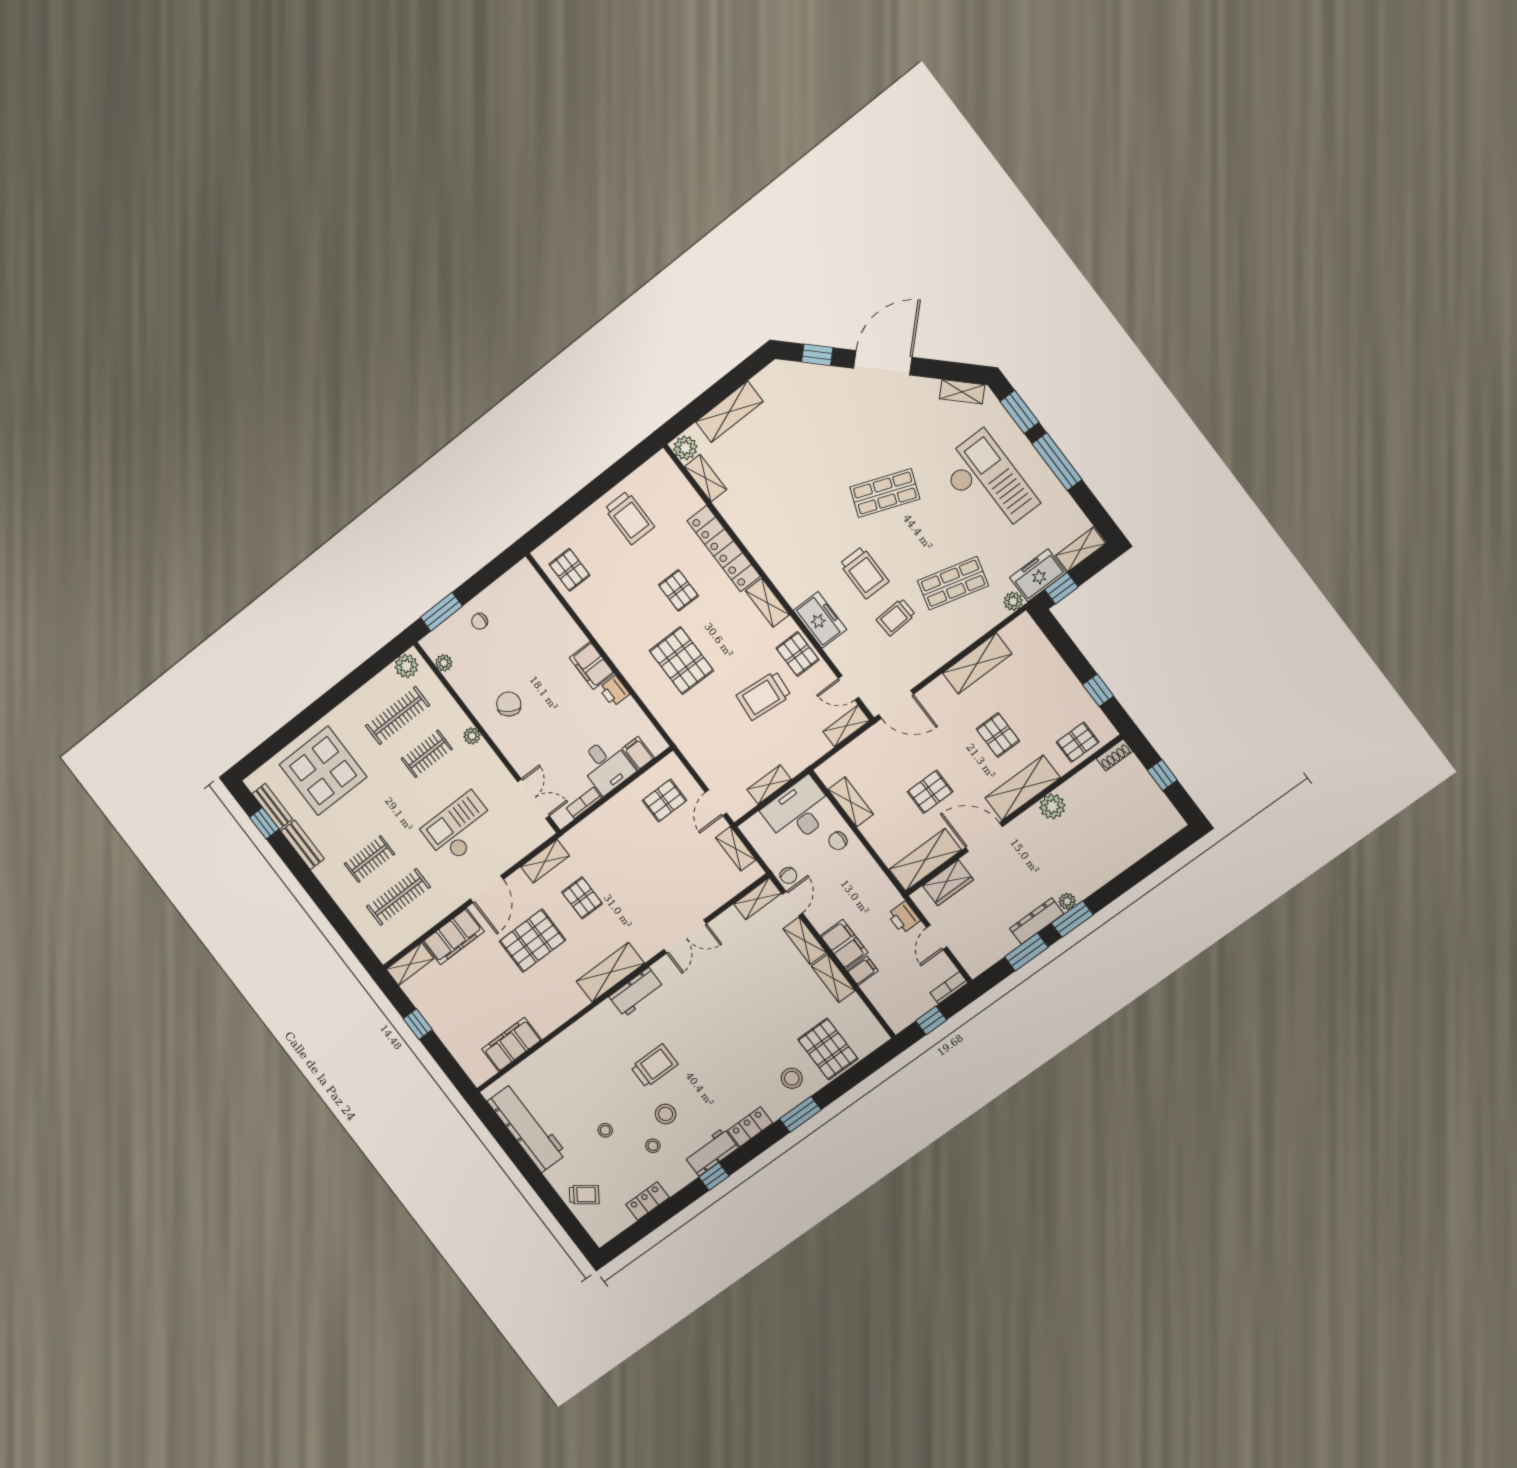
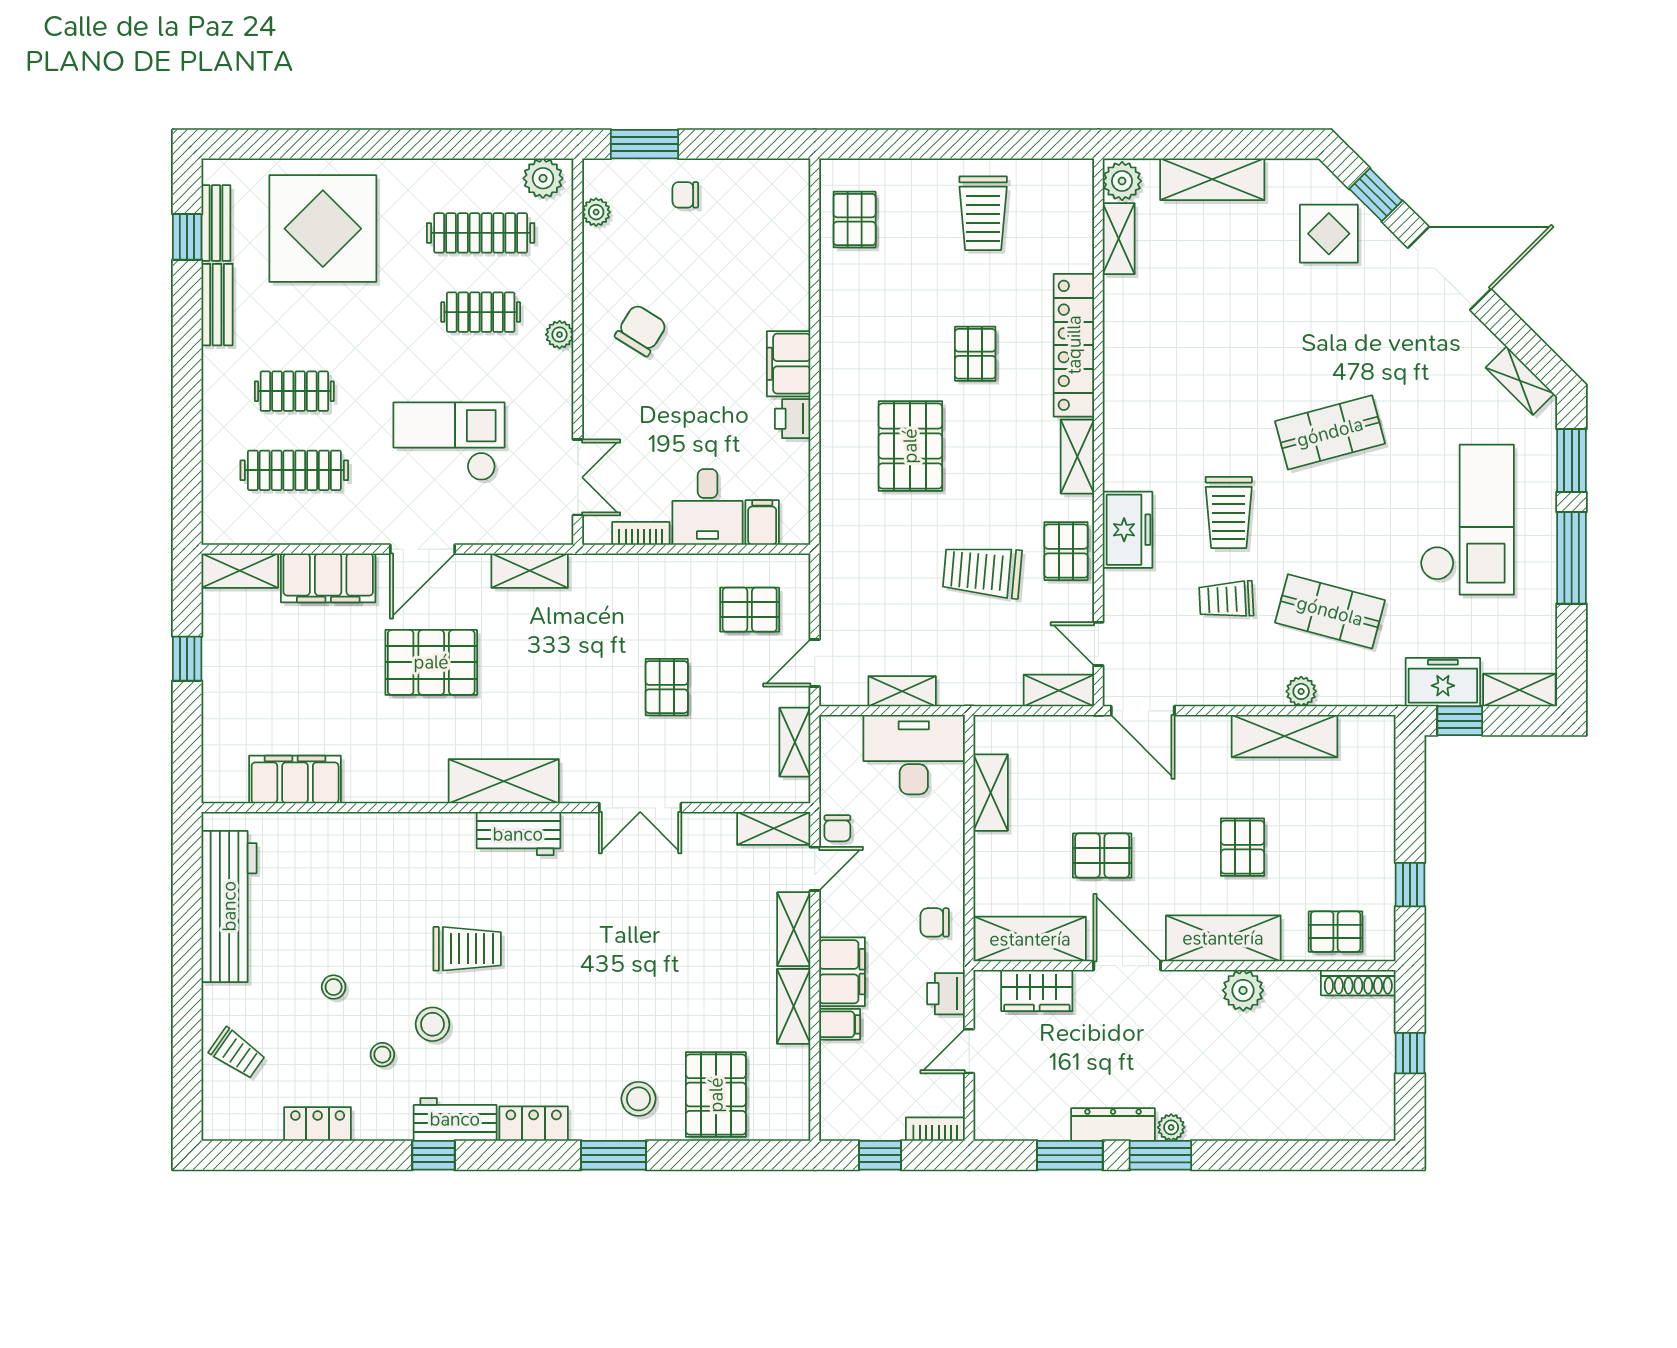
display table: (808, 393) -> (1329, 234), added
shop shelf: (885, 493) -> (1330, 432), turned -36
plant: (1013, 601) -> (1301, 691), moved
shoe rack: (1114, 755) -> (1358, 983), width x1.43
chair: (838, 841) -> (935, 922), moved
pallet: (582, 898) -> (667, 687), moved

